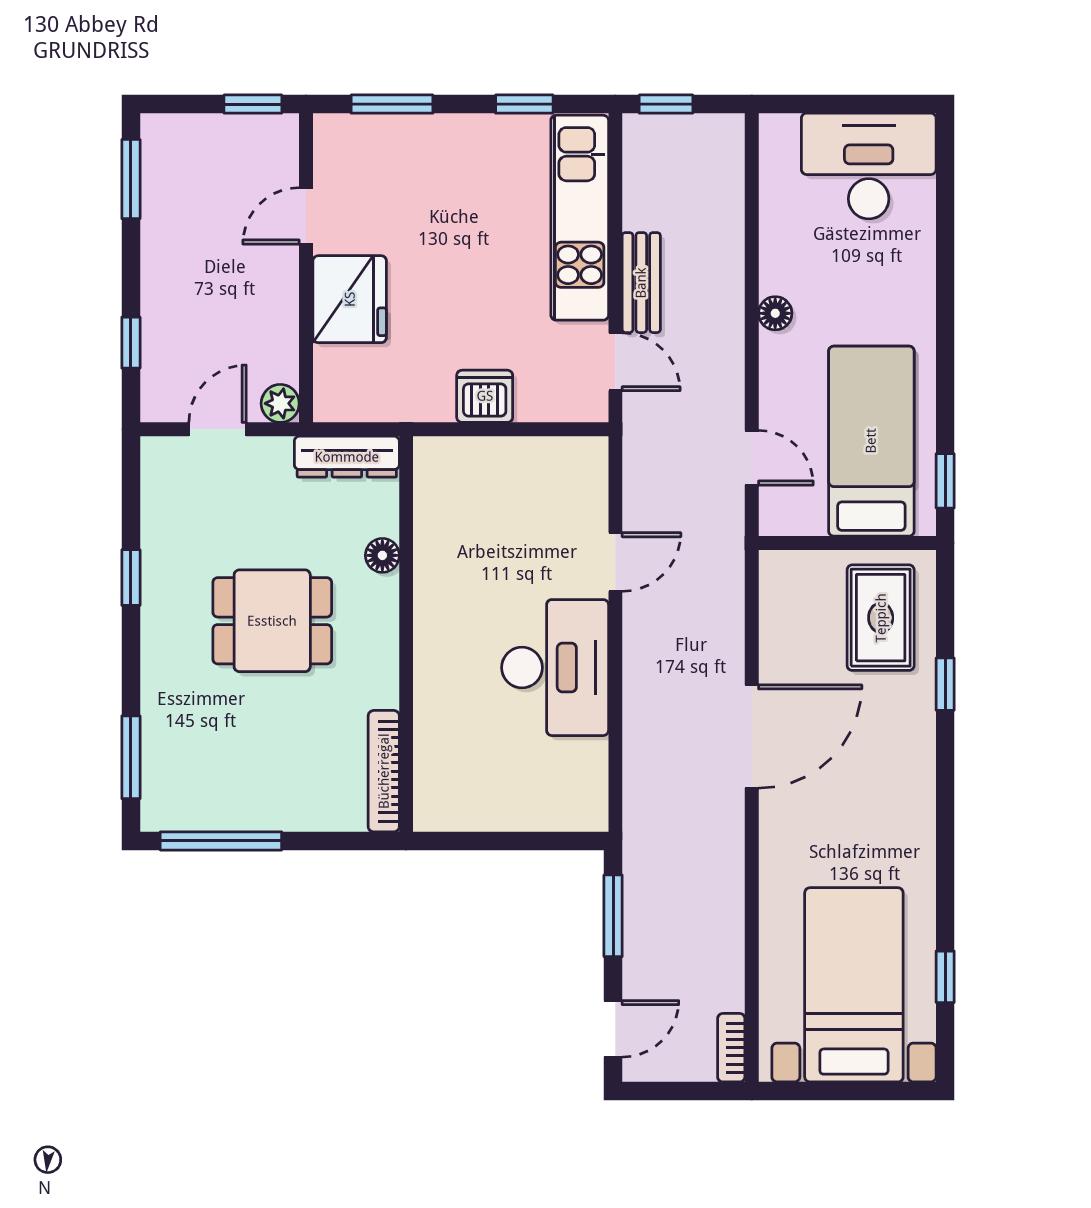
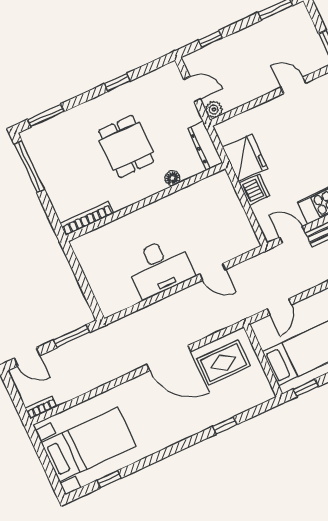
fridge: (350, 299) -> (245, 158), moved, turned -90
door: (615, 362) -> (292, 235), swing flipped
rug: (881, 618) -> (223, 362), moved

